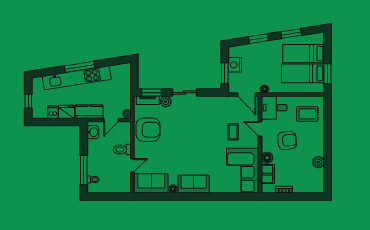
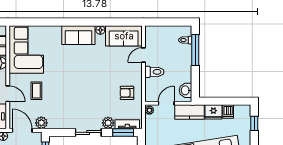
plant: (228, 102) -> (41, 123), added
armchair: (148, 130) -> (127, 93), width x0.53, depth x0.53

